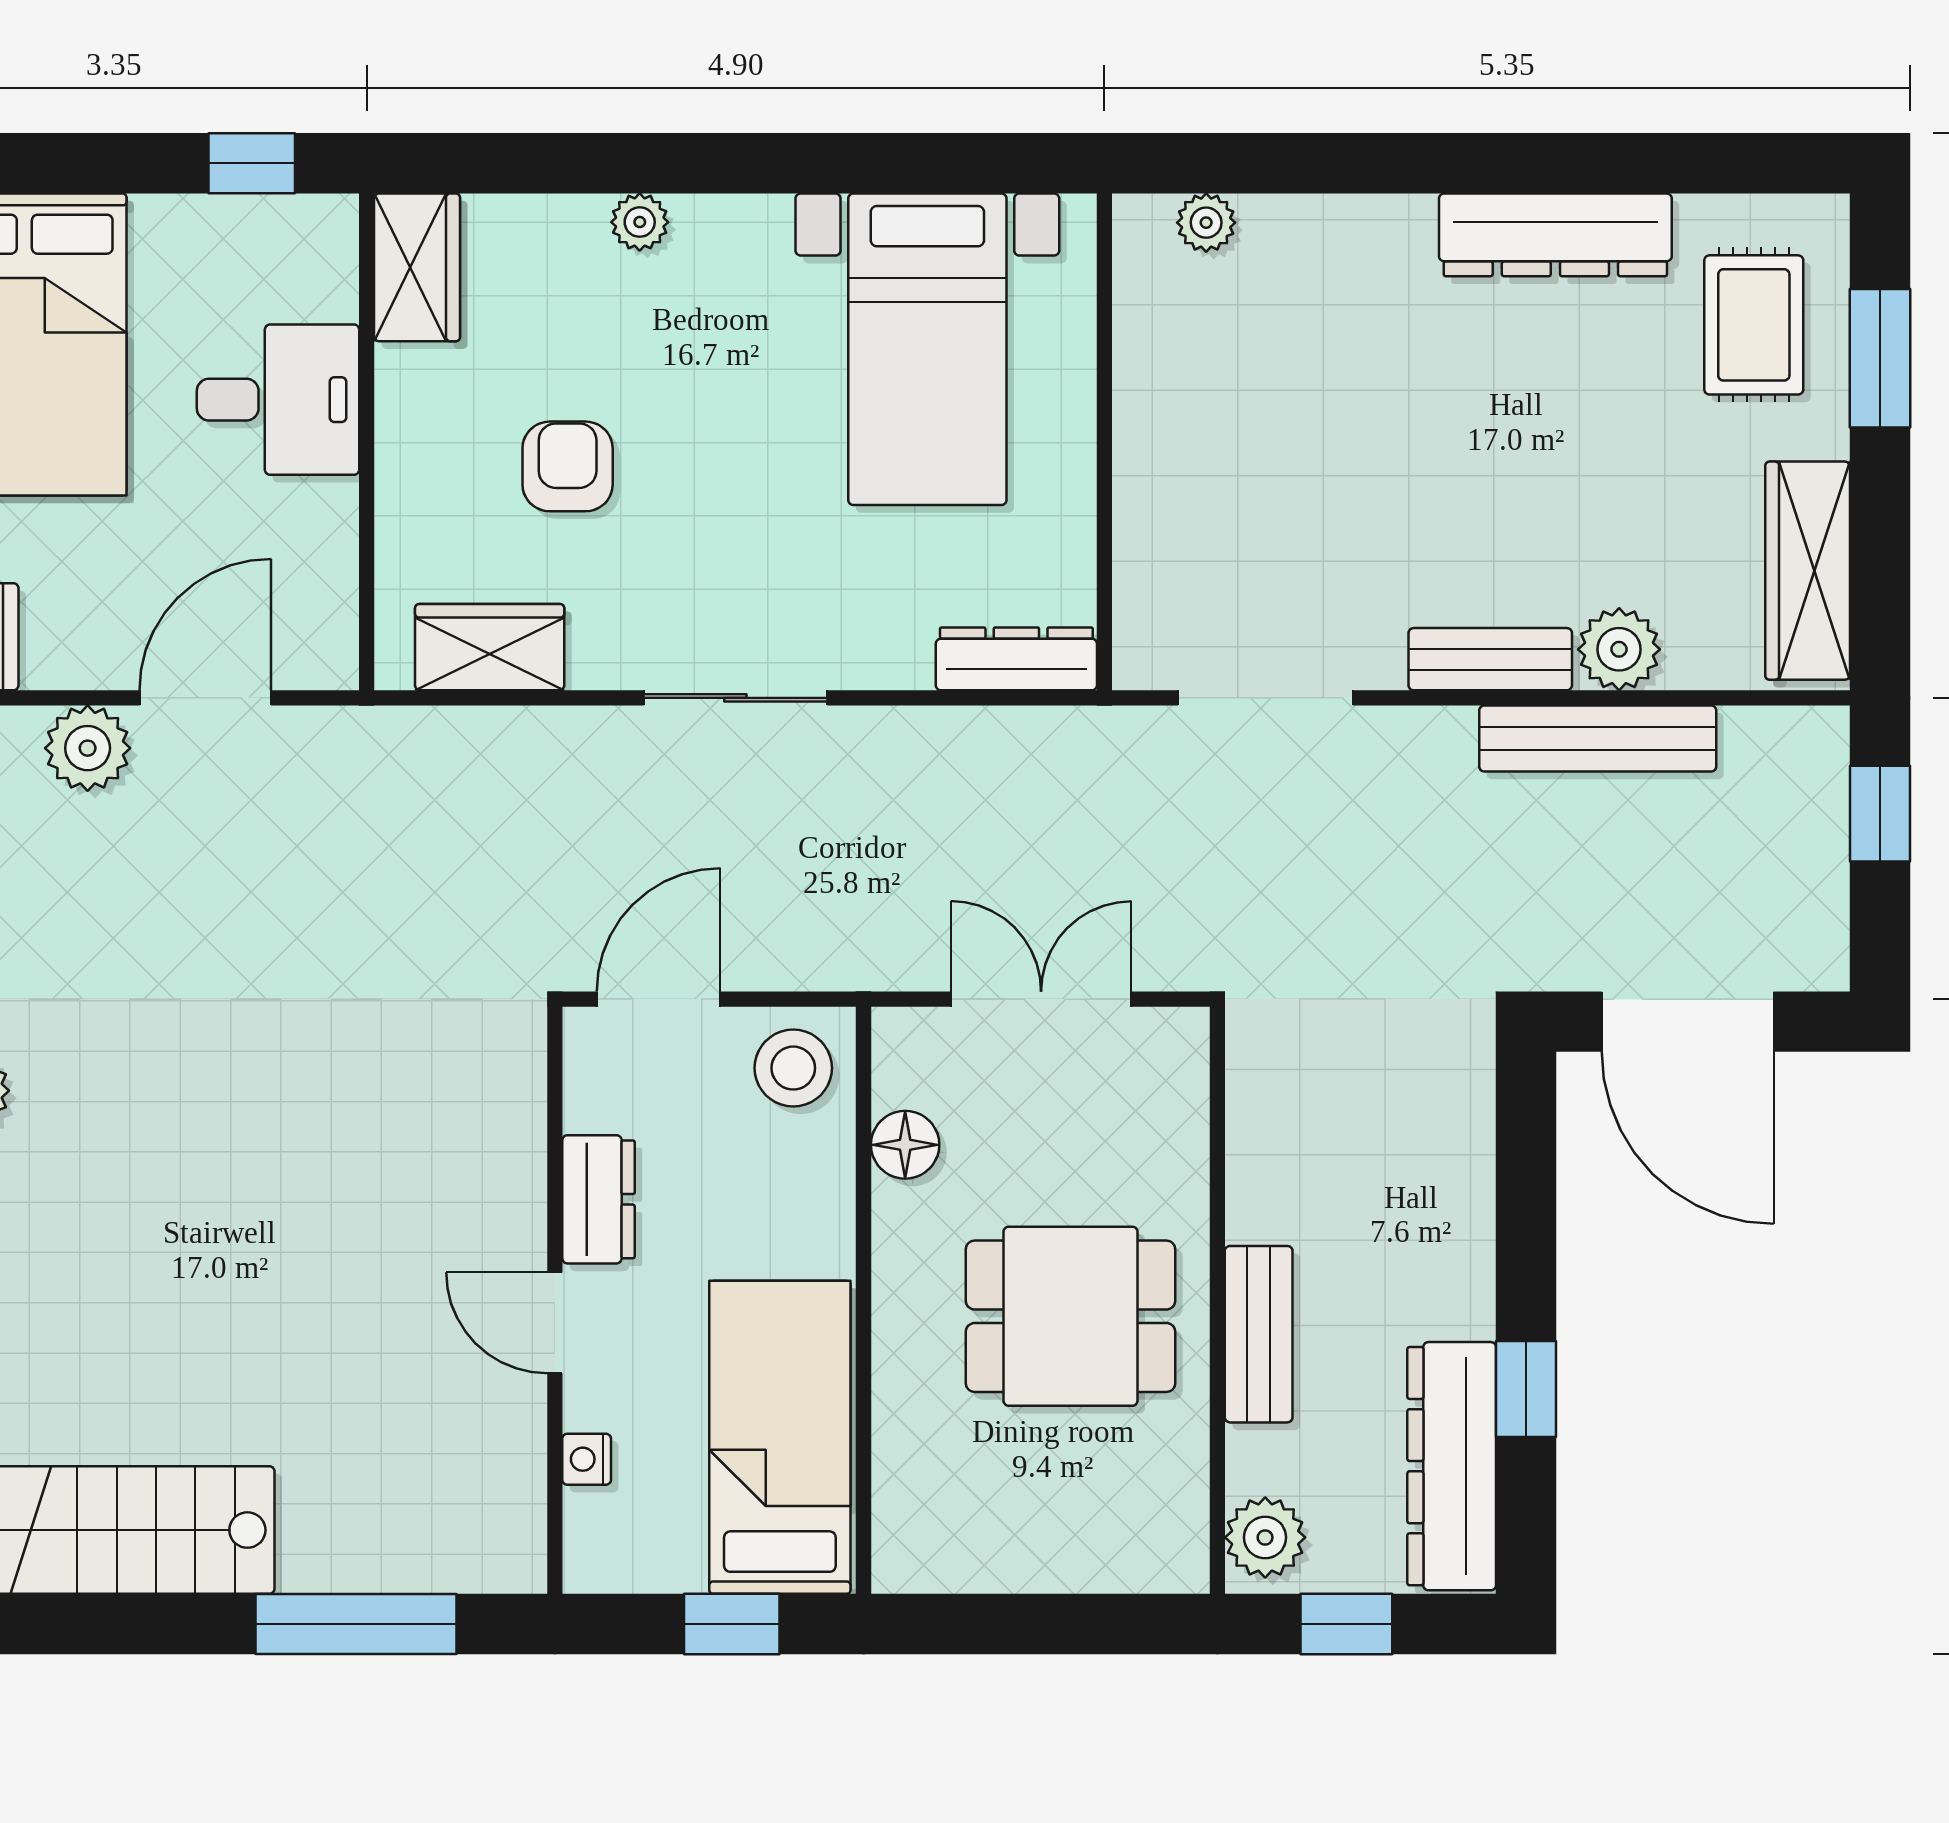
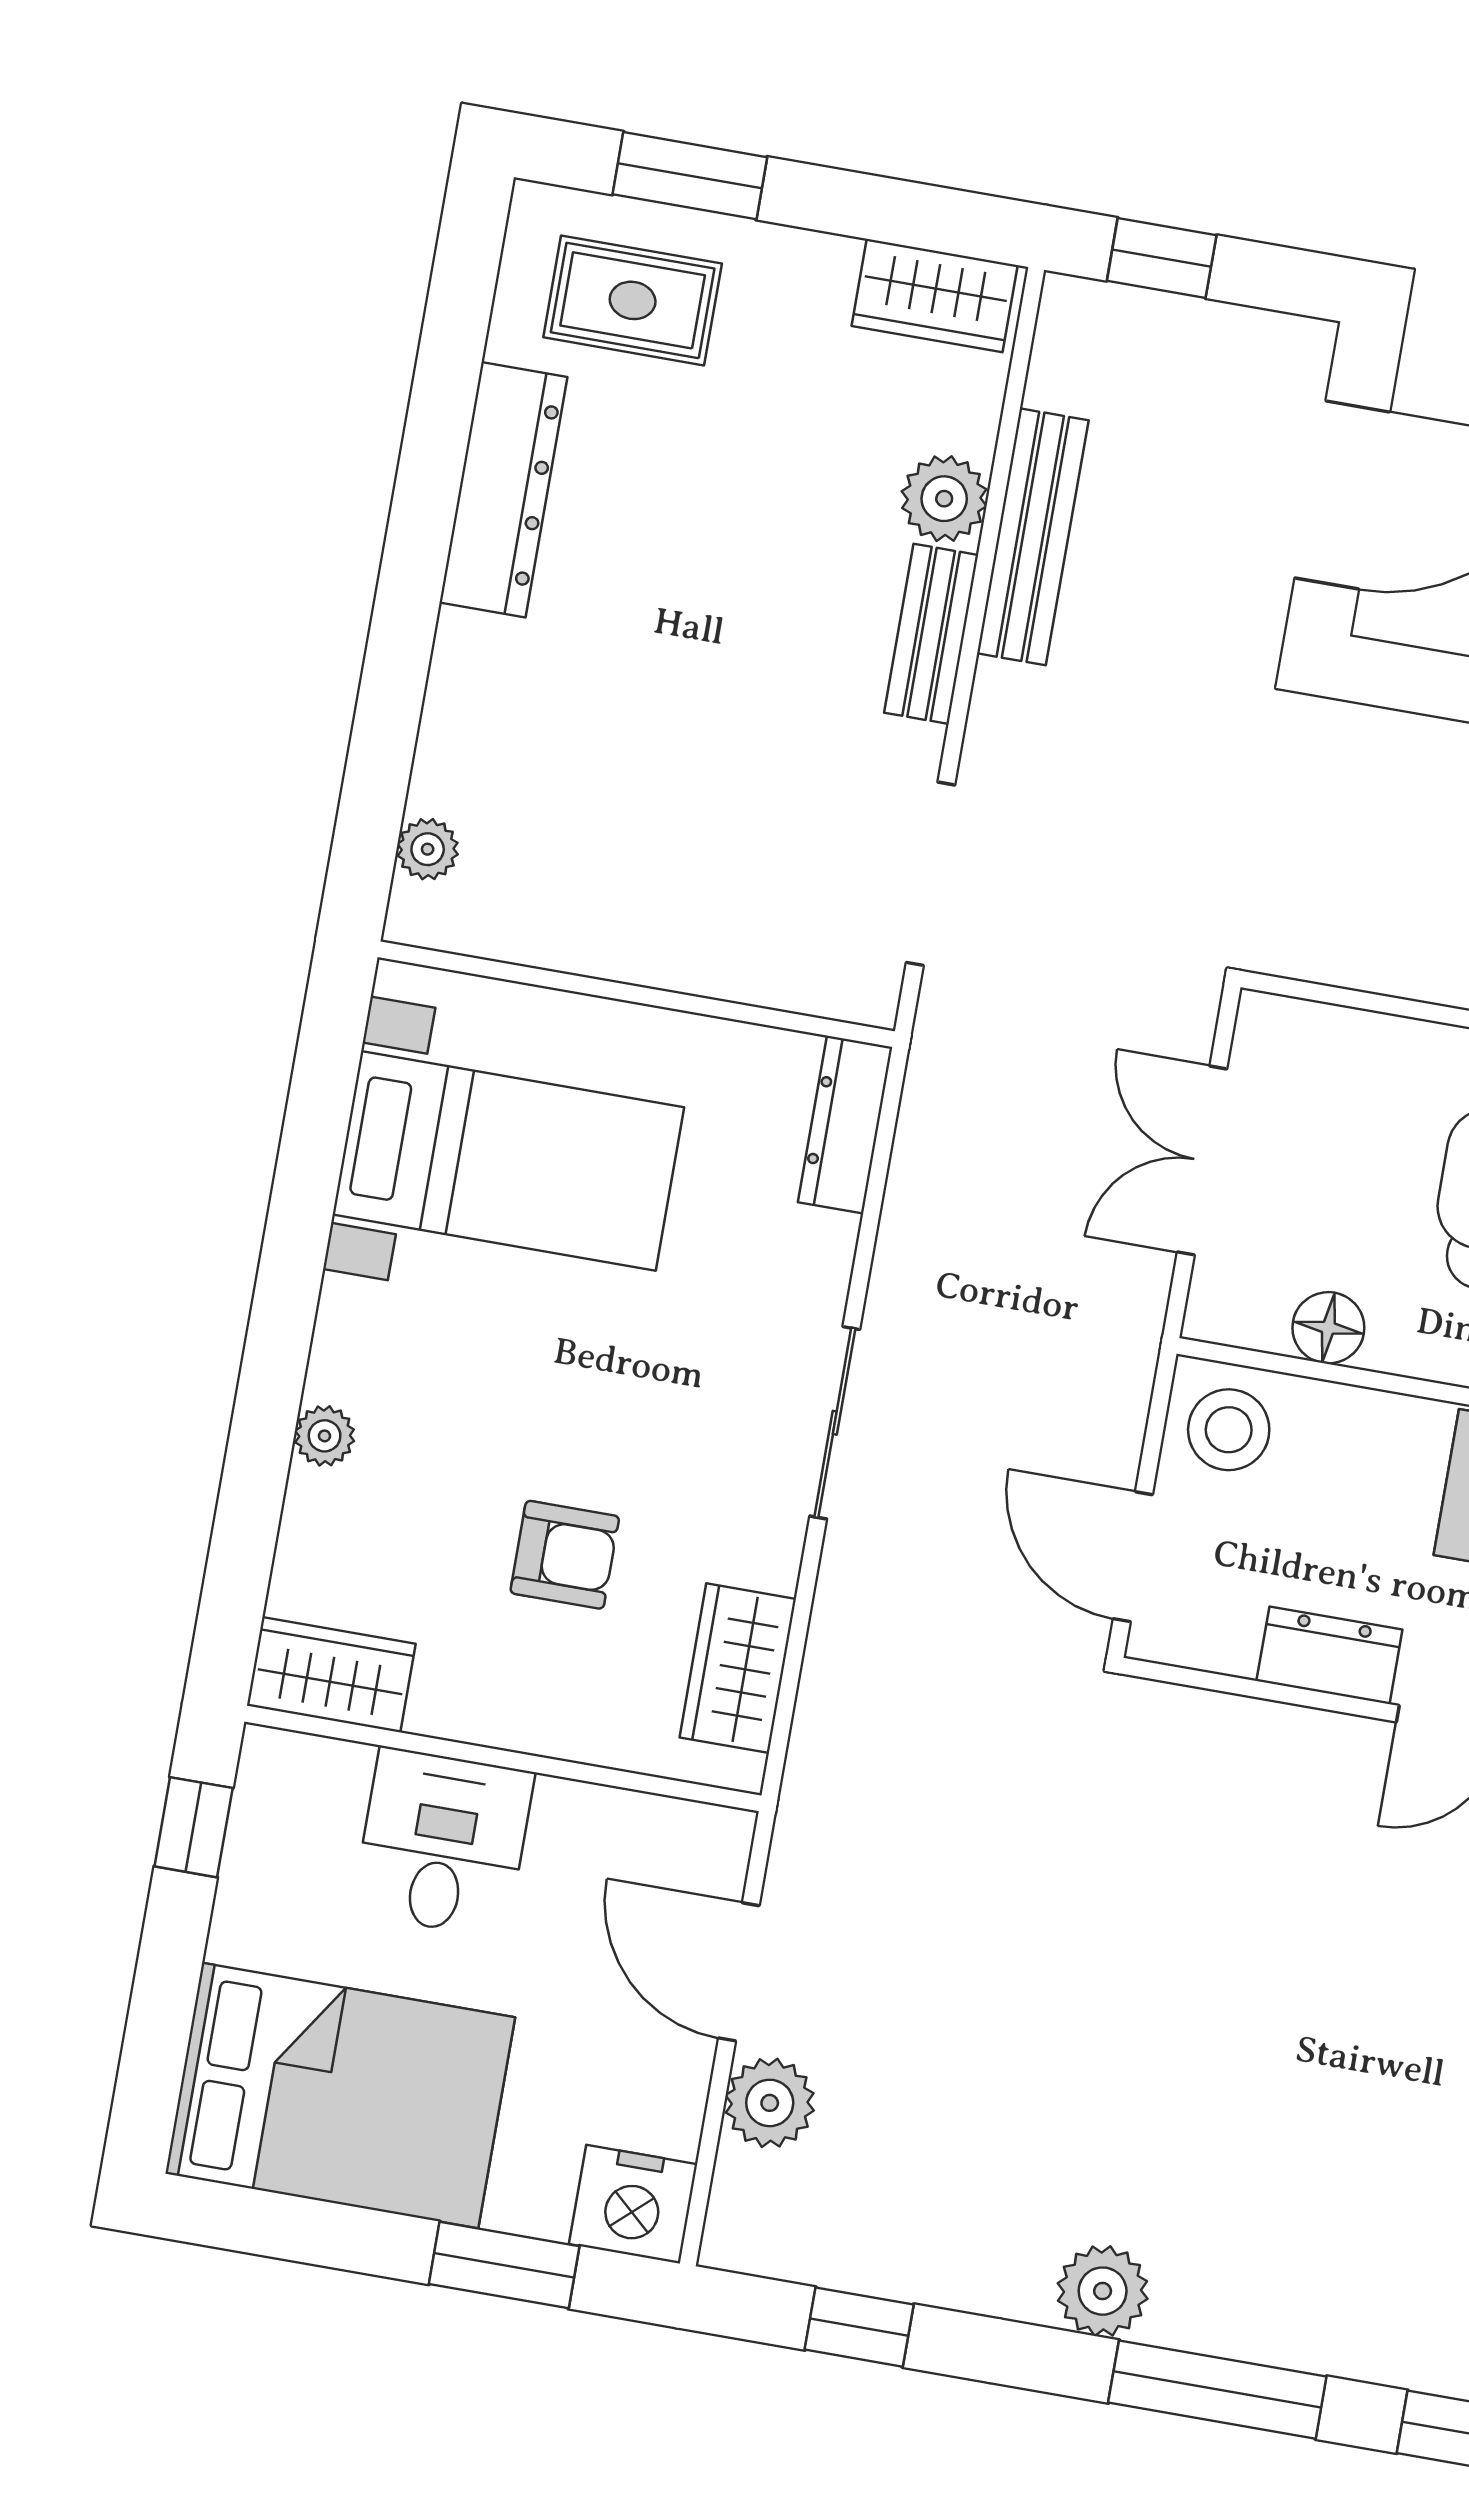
armchair: (568, 466) -> (565, 1555), turned 180
wardrobe: (1808, 571) -> (935, 296), width x0.67

